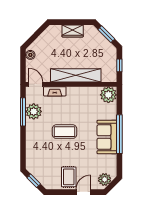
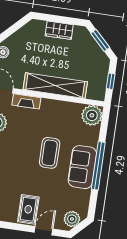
coffee table: (64, 132) -> (50, 153), moved, turned 90

